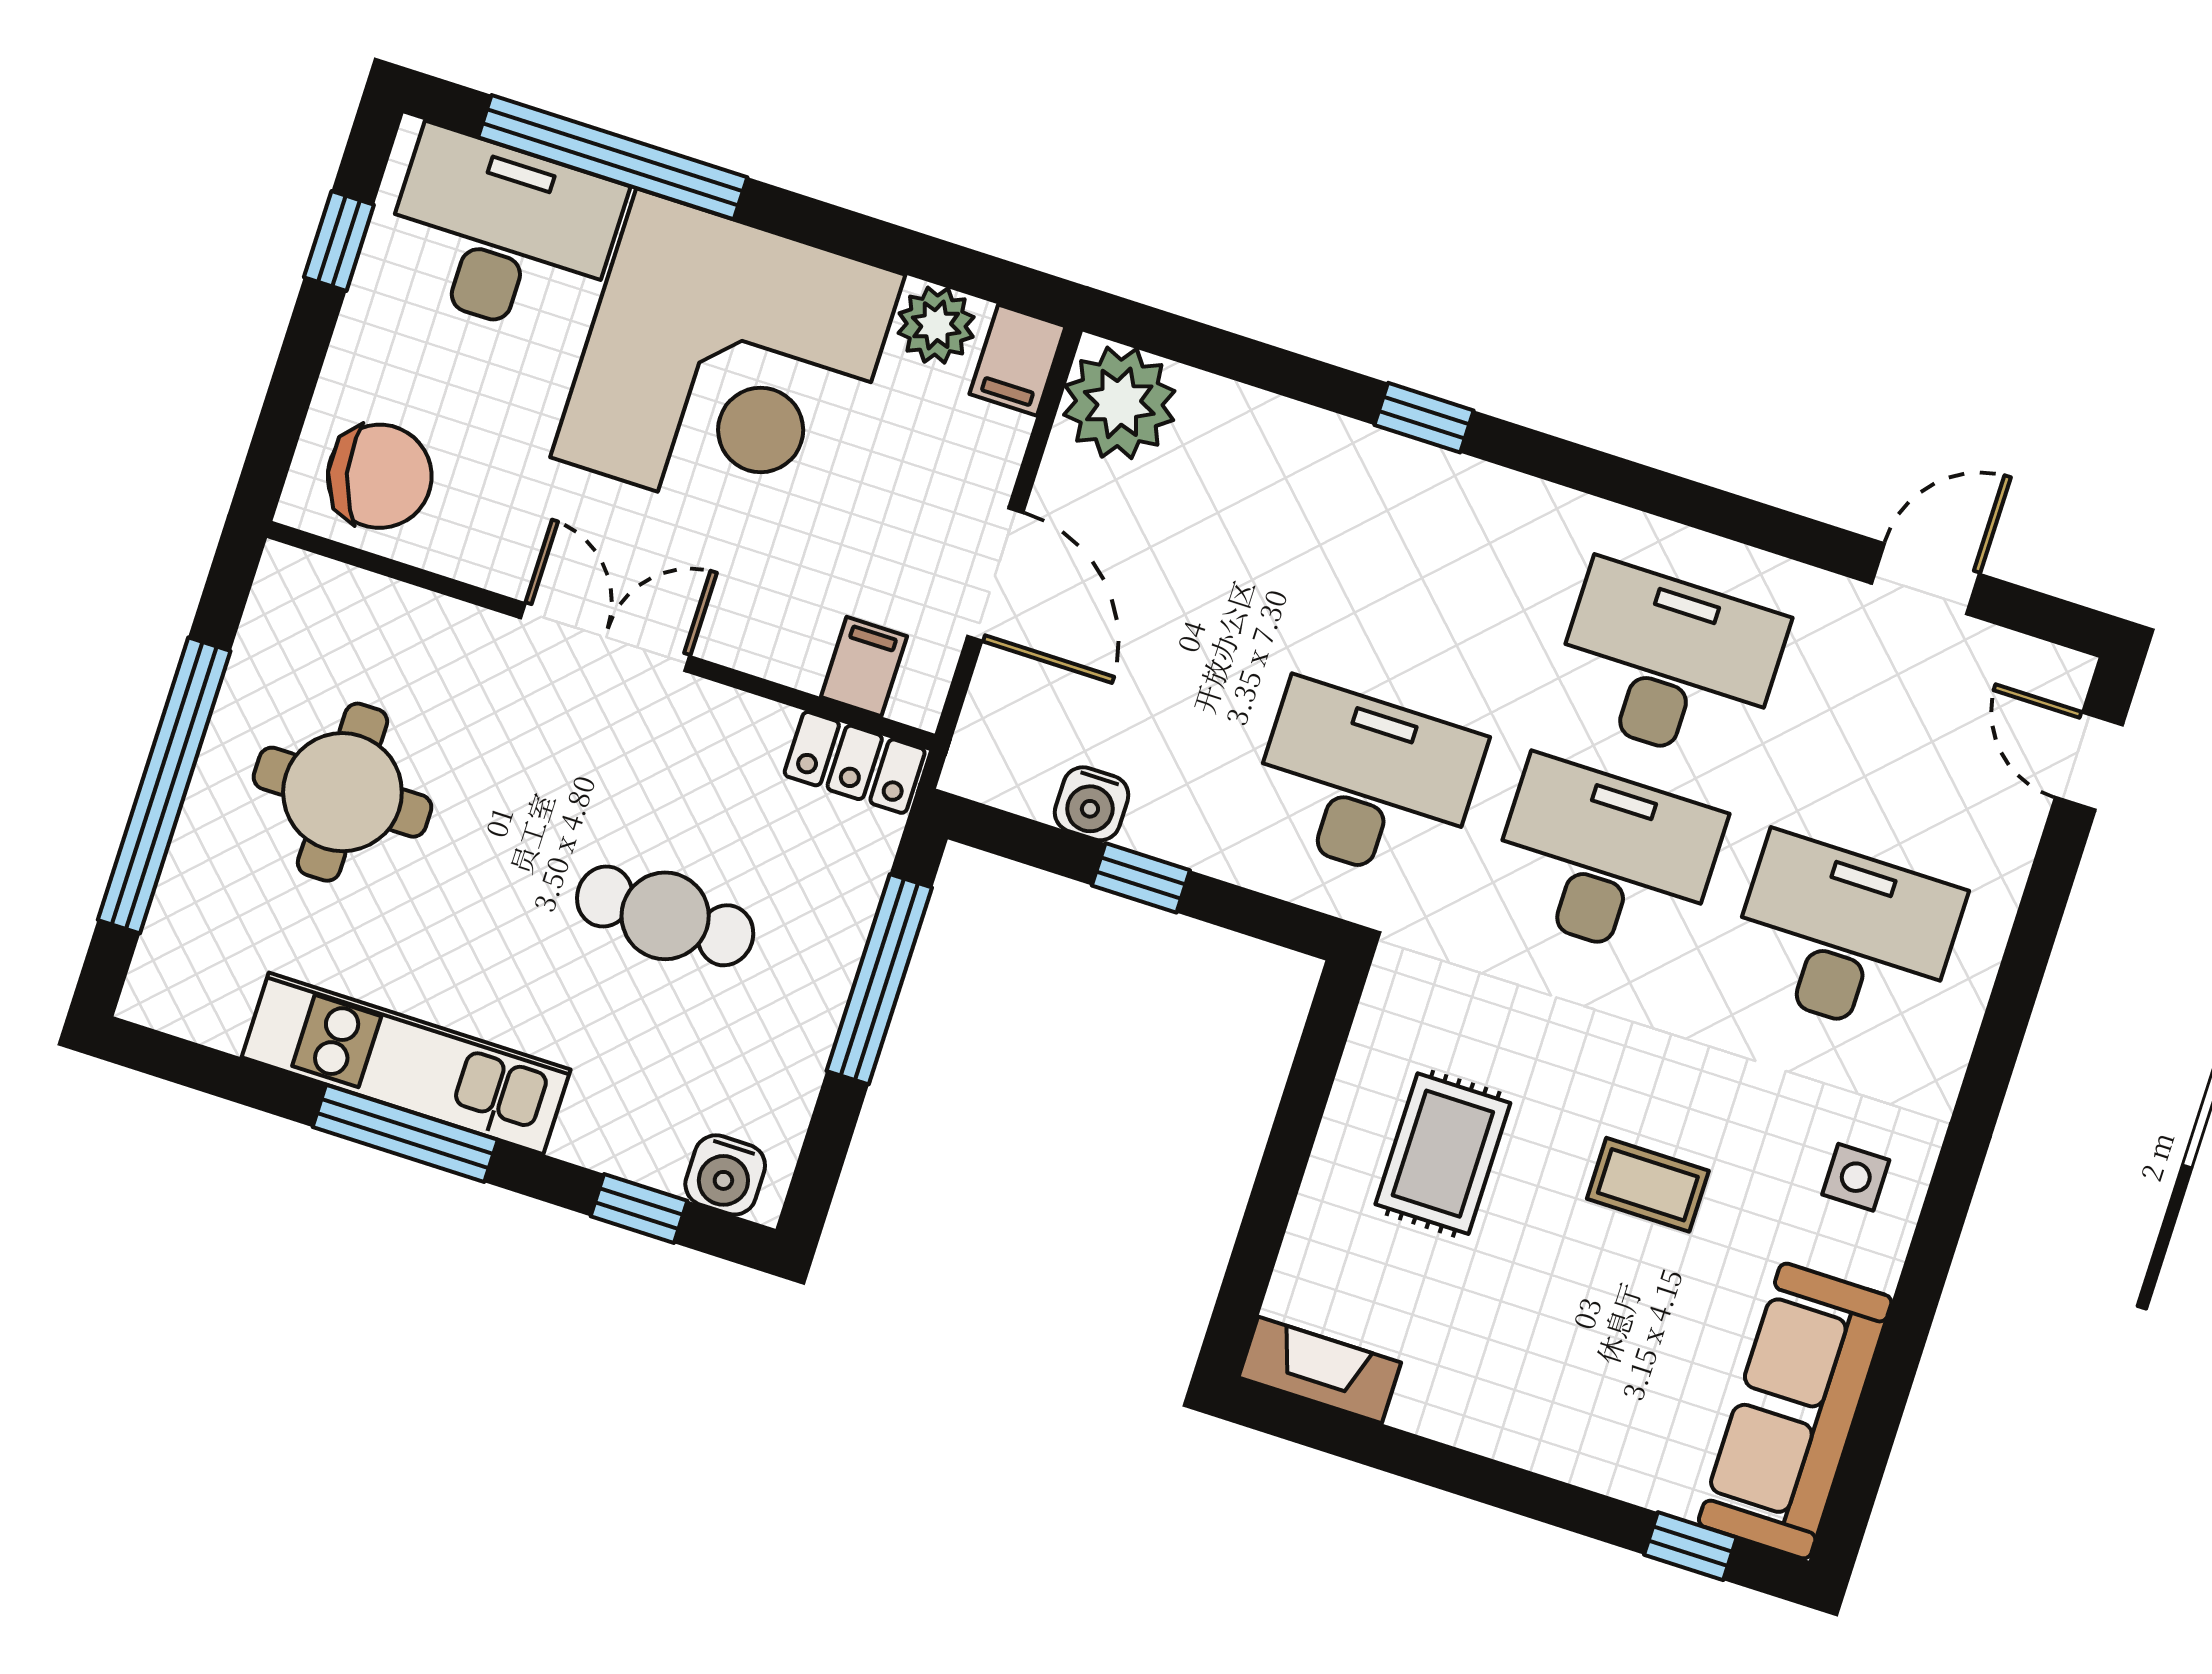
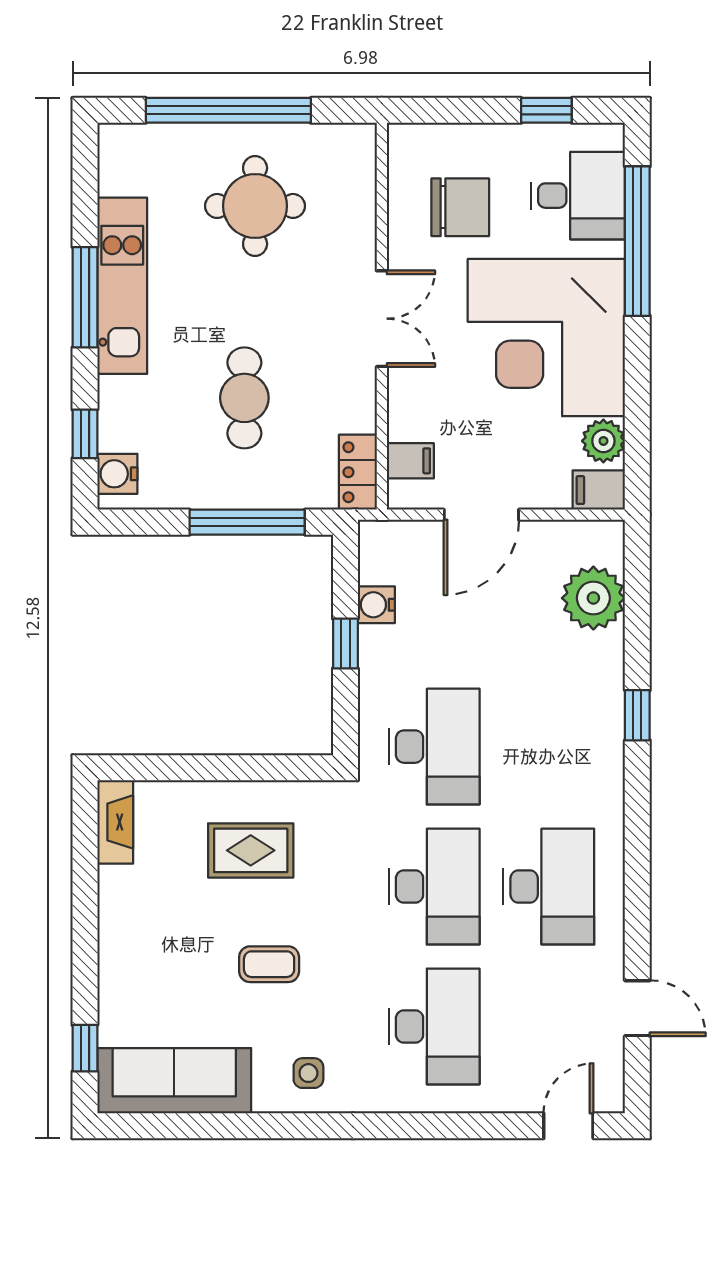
desk: (502, 234) -> (578, 196), width x0.73
plant: (1119, 403) -> (593, 598), moved
chair: (380, 476) -> (460, 207), moved, turned -77
coffee table: (1648, 1185) -> (269, 964), turned 90

